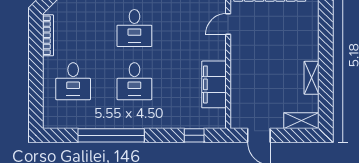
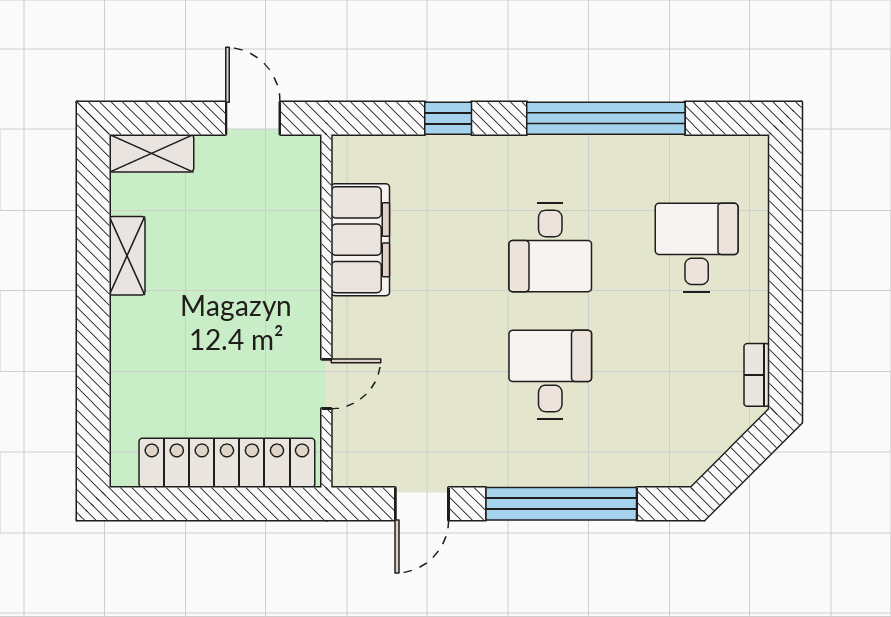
bookcase: (48, 35) -> (757, 375), width x0.64
desk: (134, 81) -> (550, 247), turned 180
window: (194, 135) -> (448, 118), moved

